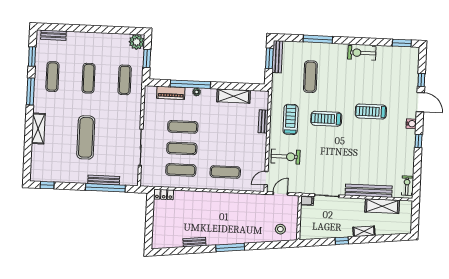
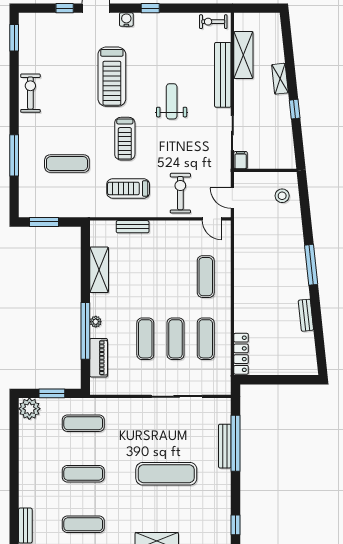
exercise bike: (362, 53) -> (30, 93), turned 180
bench: (277, 57) -> (41, 211), removed
treadmill: (371, 111) -> (112, 77), width x1.37, depth x1.38
weight bench: (351, 153) -> (172, 101), added
locker: (164, 194) -> (241, 354), width x1.53

